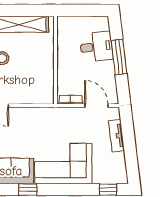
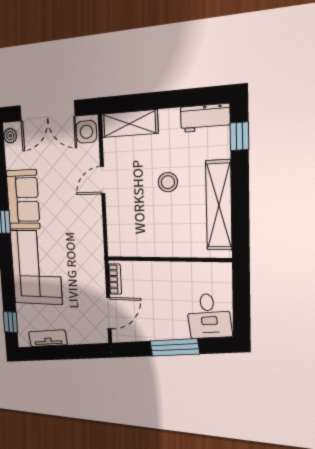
desk: (96, 47) -> (209, 316), moved
tv unit: (117, 136) -> (48, 338), moved

